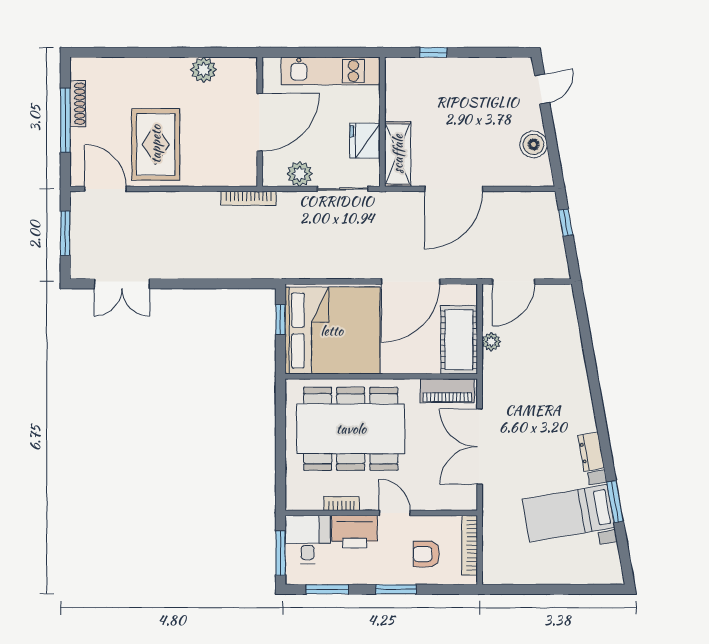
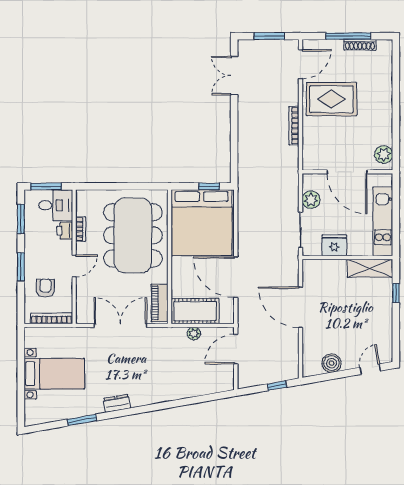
plant: (204, 70) -> (384, 155), moved
door: (542, 89) -> (370, 369), swing flipped
shelving: (398, 154) -> (370, 268), moved
bookcase: (248, 198) -> (294, 126), moved
door: (513, 281) -> (236, 349), hinge flipped
bed with nightstands: (568, 513) -> (54, 374), moved, turned 100
printer: (355, 532) -> (65, 231), width x0.53, depth x0.68

